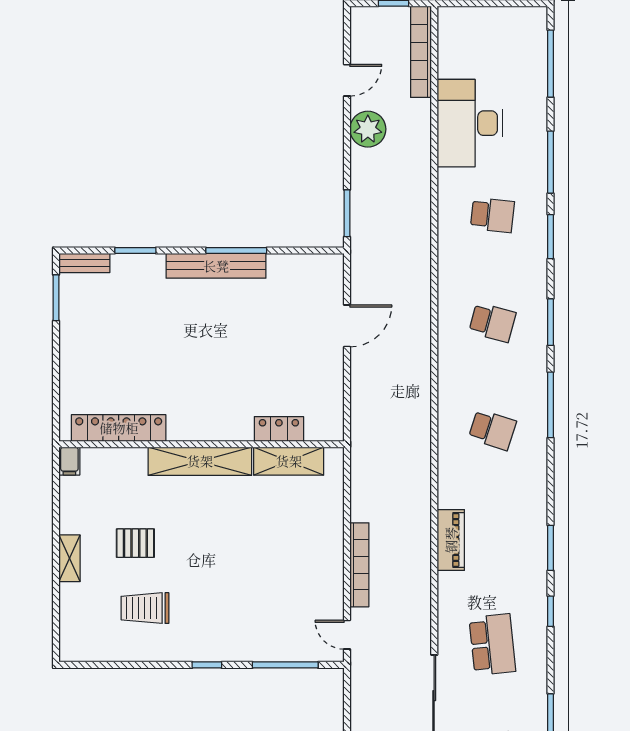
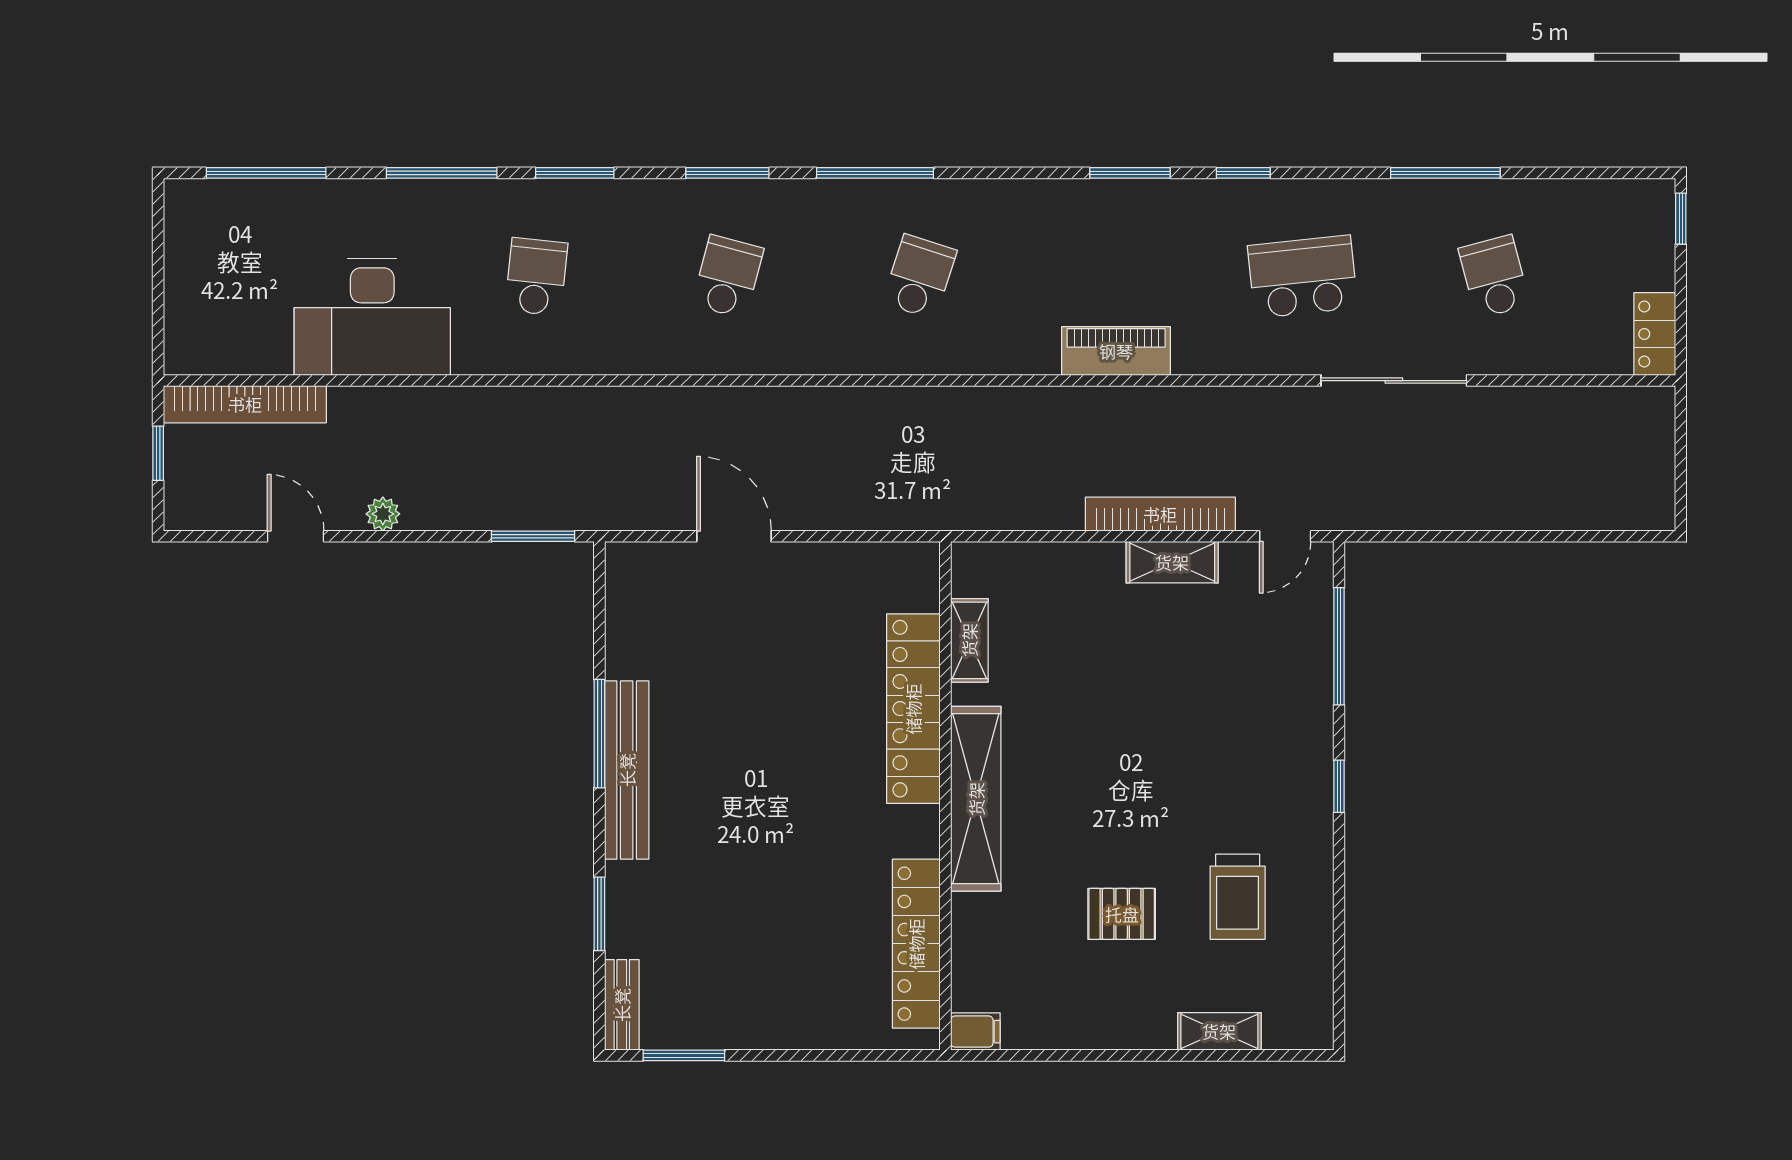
plant: (368, 129) -> (383, 514), width x0.53, depth x0.53
locker: (279, 429) -> (913, 709), width x2.16, depth x1.21
shelving: (289, 461) -> (969, 640), width x0.67, depth x0.75
pallet: (135, 543) -> (1122, 914), turned 90
shelving: (70, 558) -> (1219, 1031), moved
shelving: (332, 571) -> (1172, 562), added

